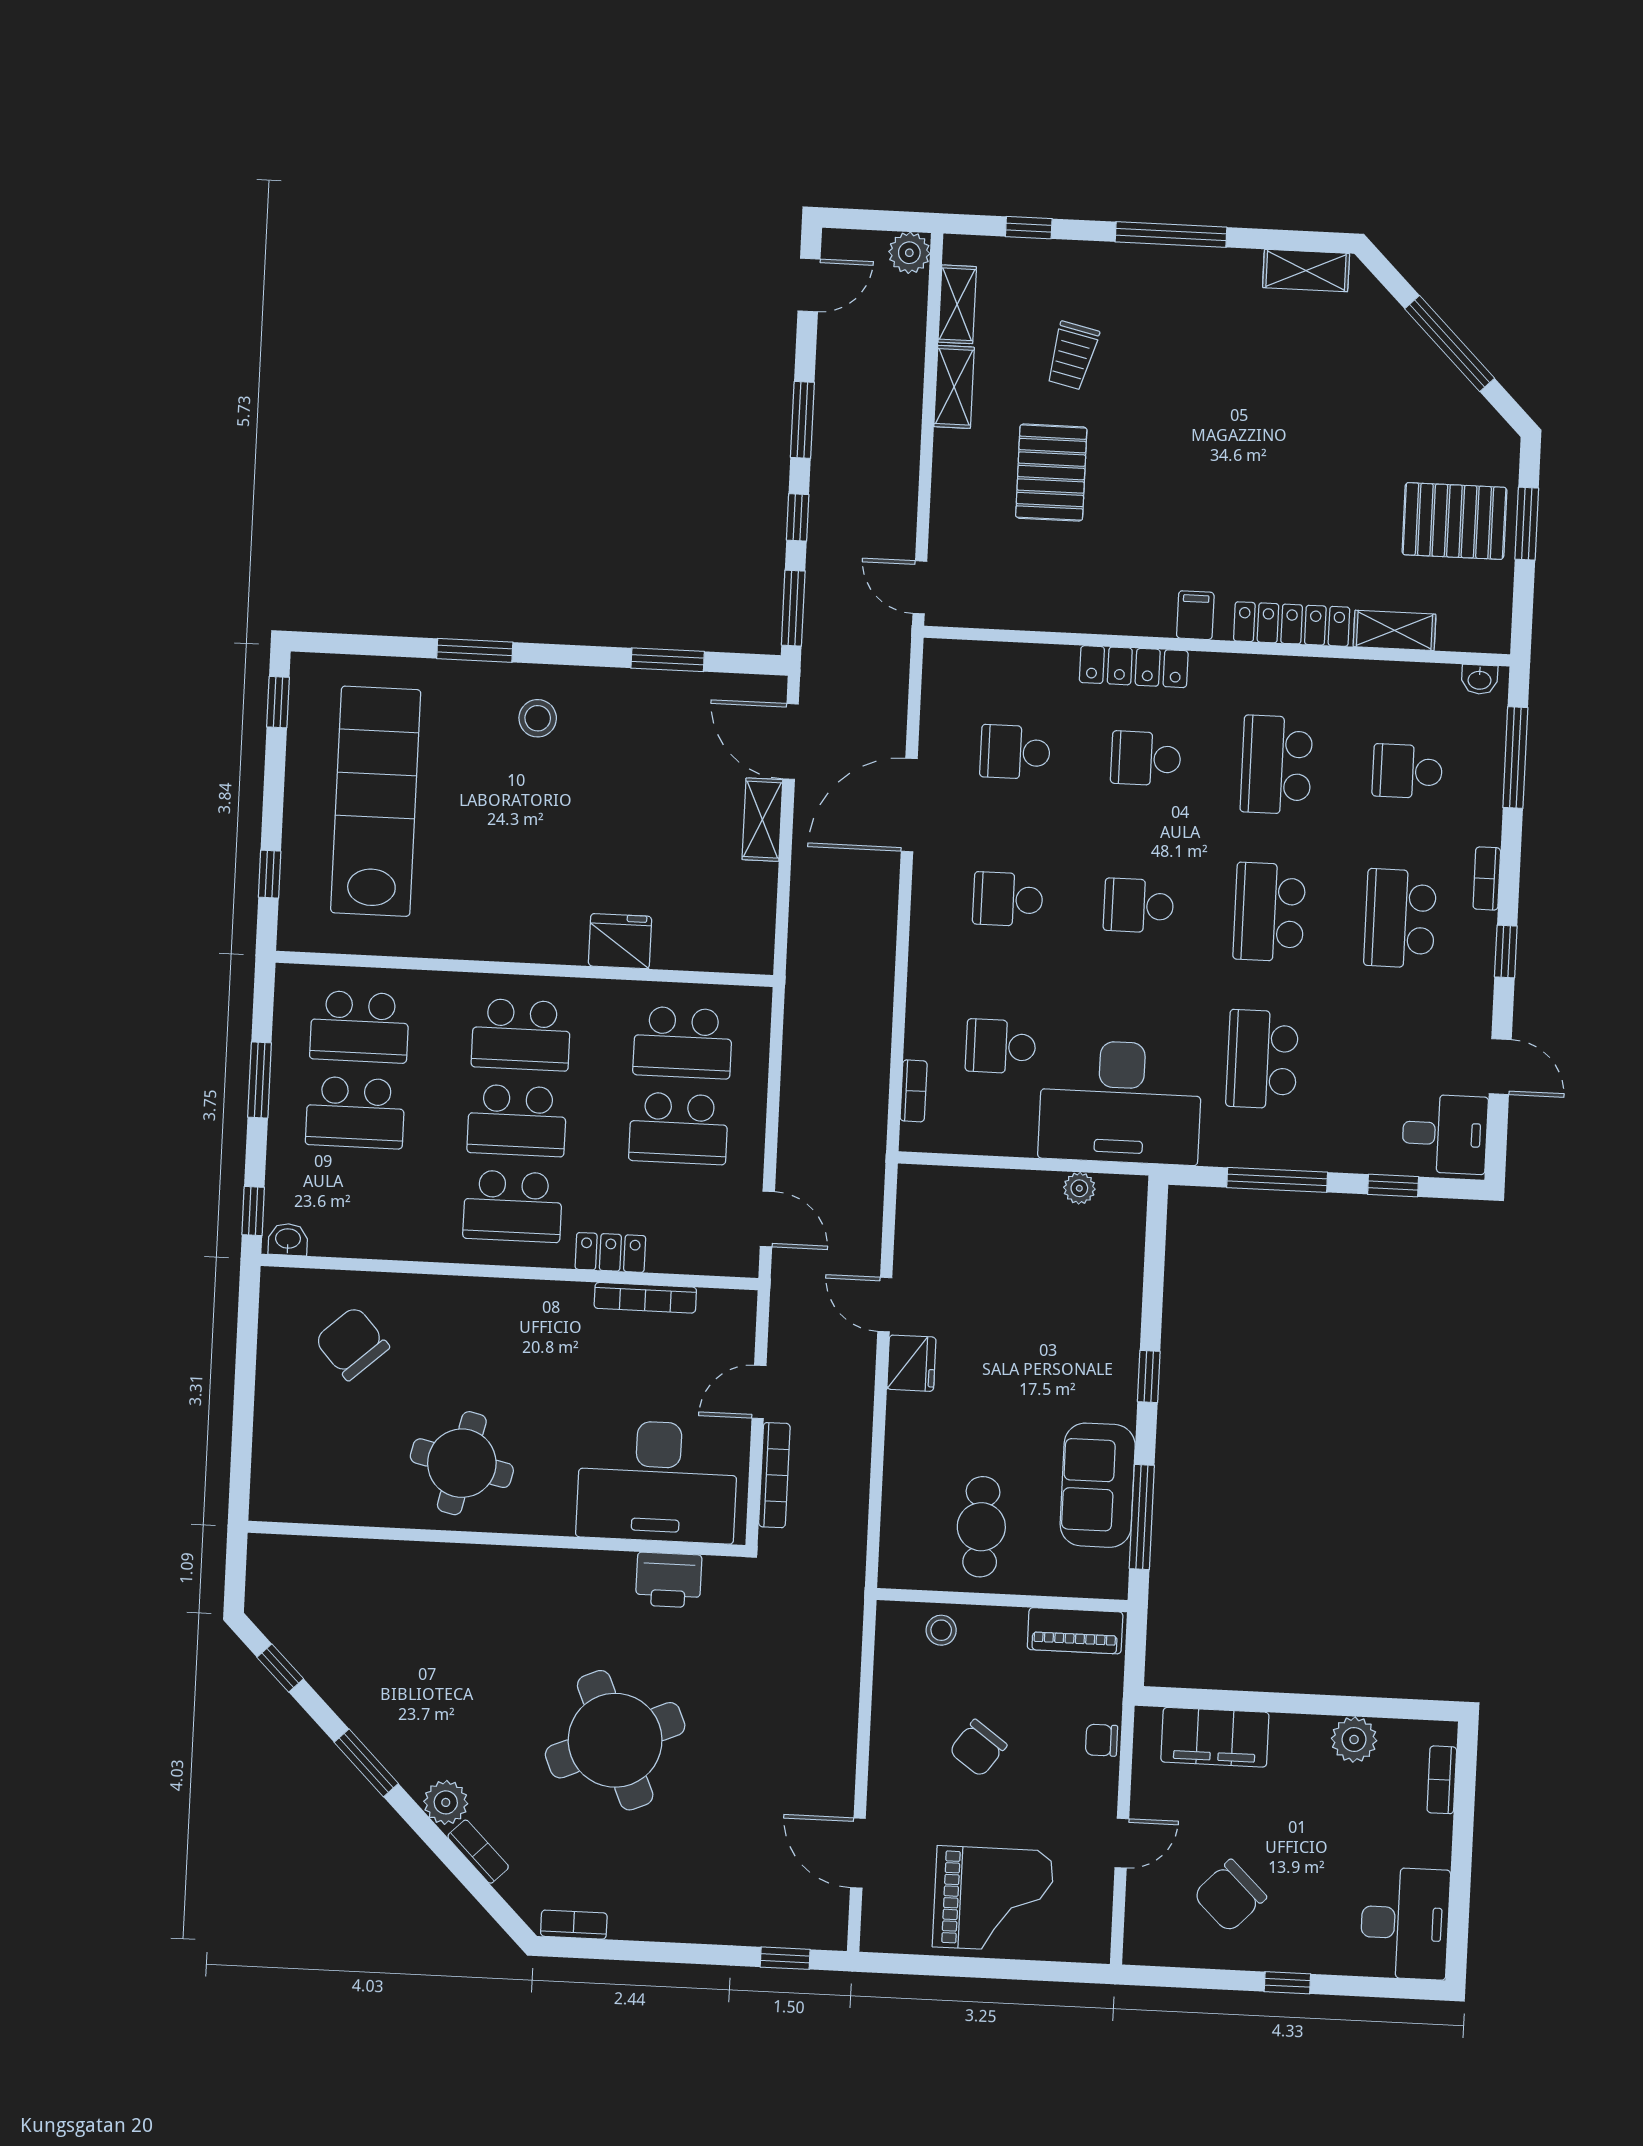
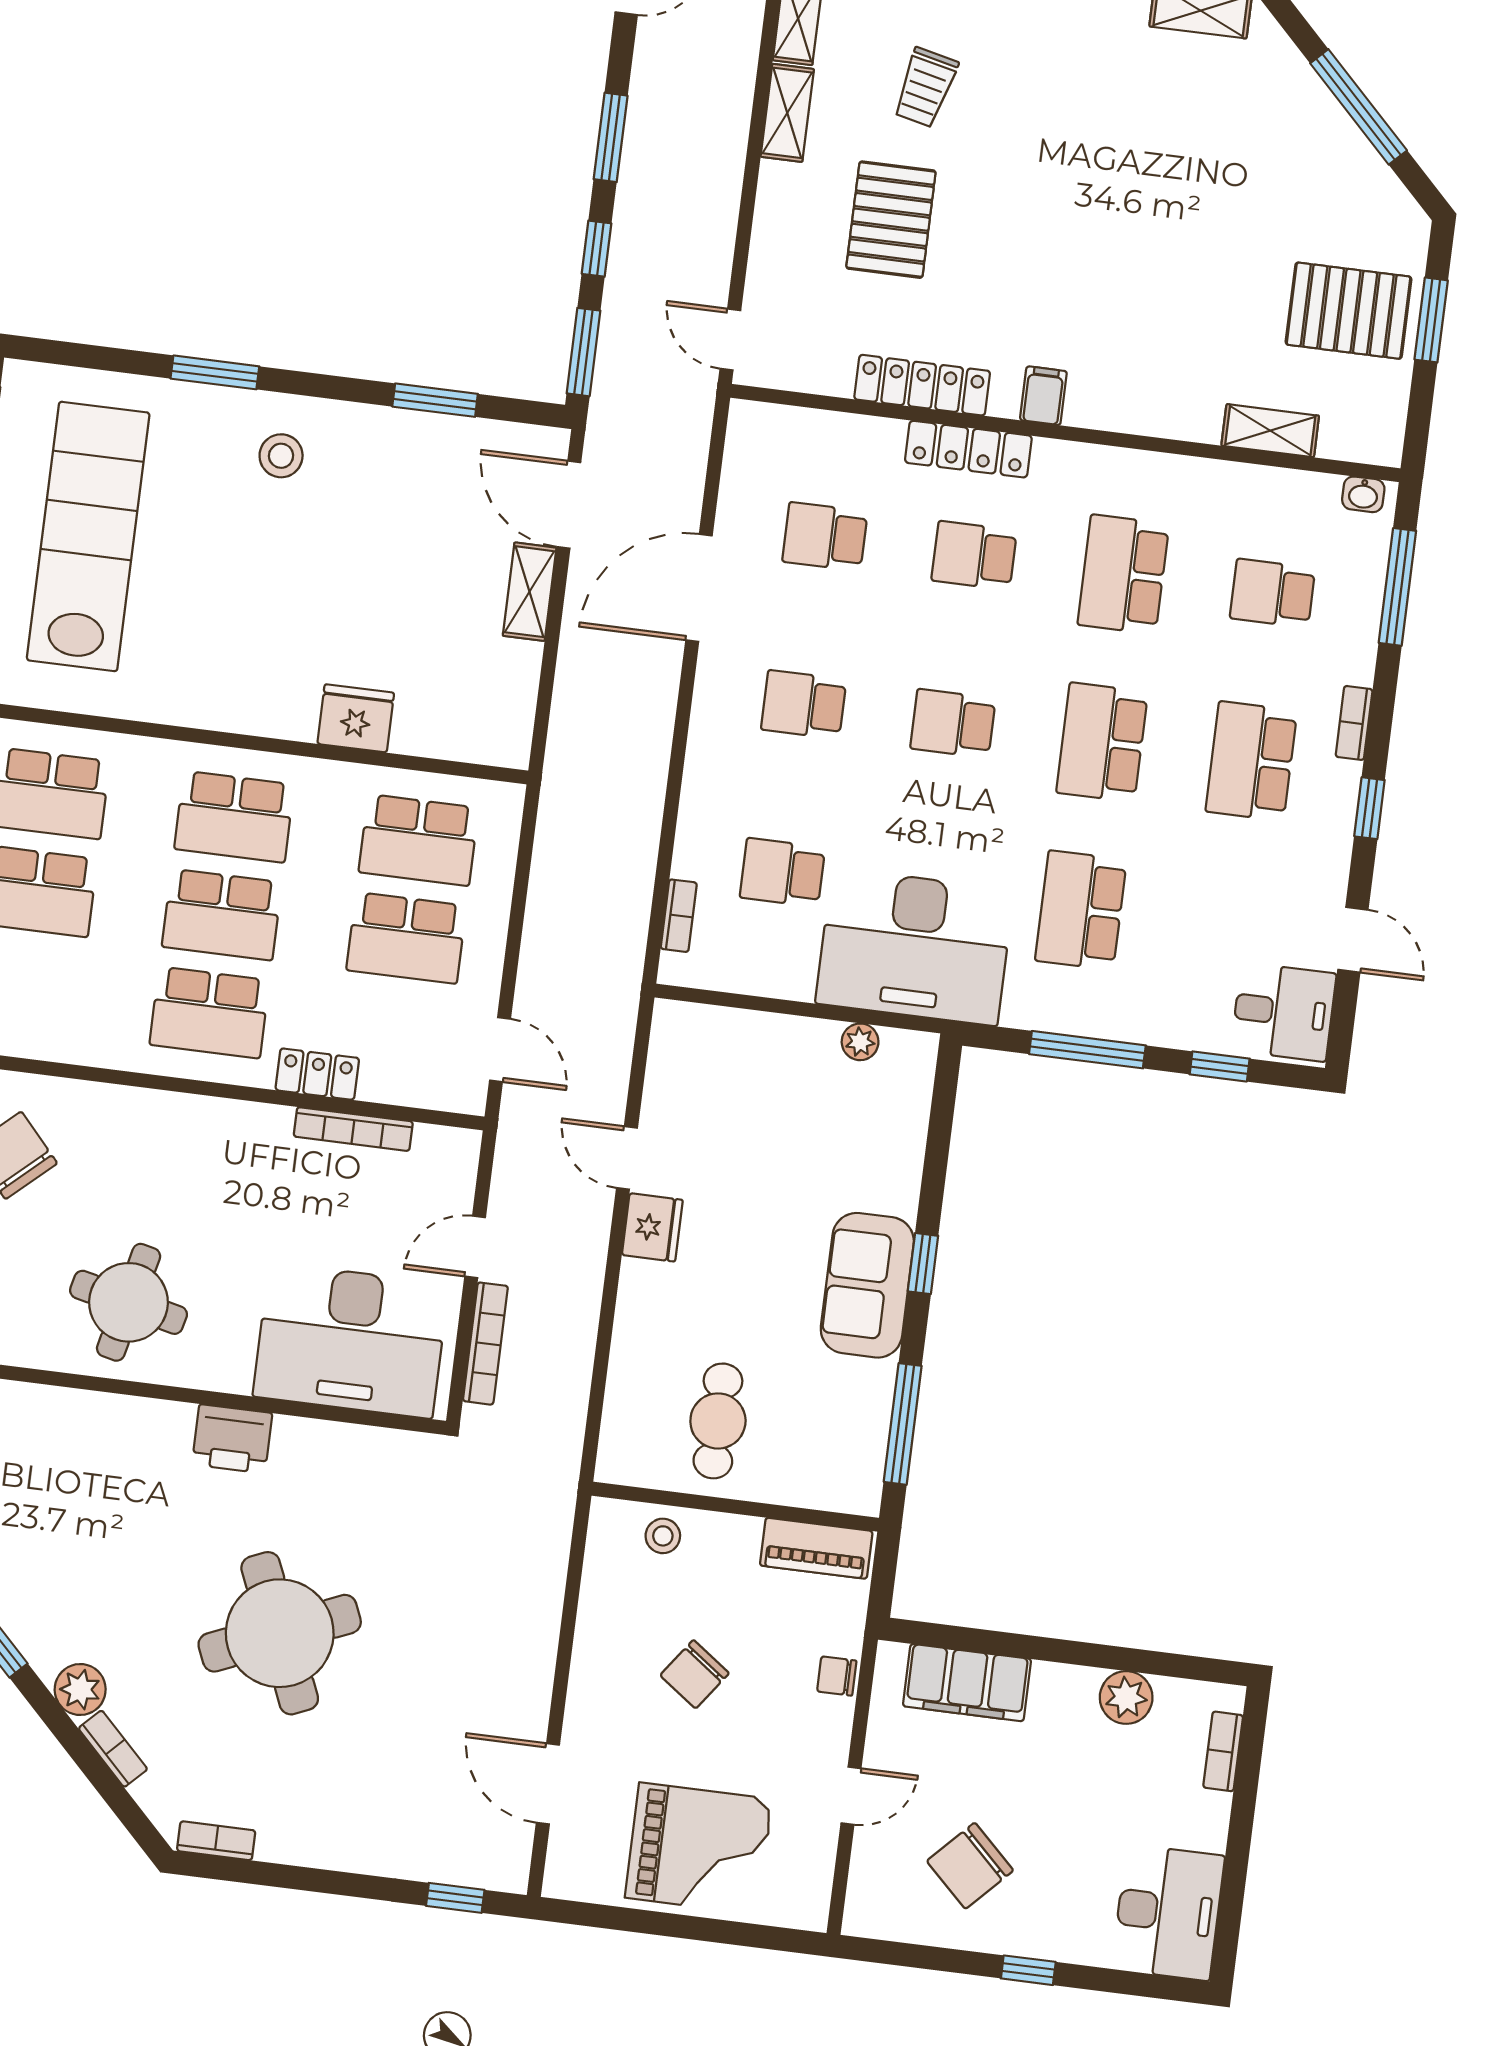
locker: (1292, 624) -> (922, 385), moved
sofa: (1098, 1485) -> (867, 1285), moved
printer: (669, 1580) -> (232, 1439), moved

